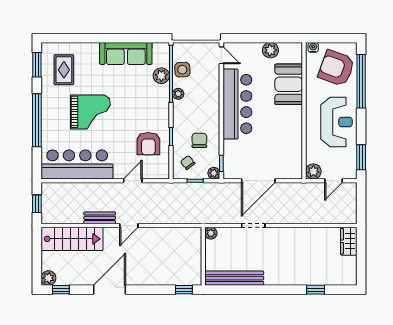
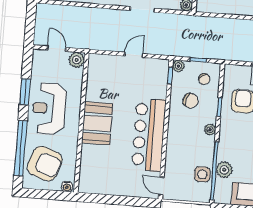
plant: (270, 50) -> (111, 187), removed
booth: (289, 84) -> (97, 123), moved
plant: (178, 94) -> (210, 130), moved
chair: (199, 140) -> (191, 101), turned -74
window: (361, 157) -> (25, 92), moved
door: (258, 181) -> (134, 55), width x0.53
door: (334, 181) -> (57, 49), hinge flipped

